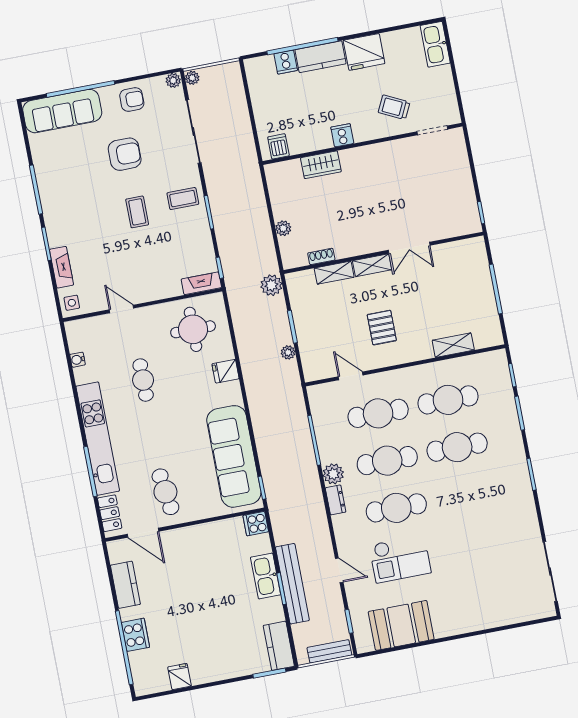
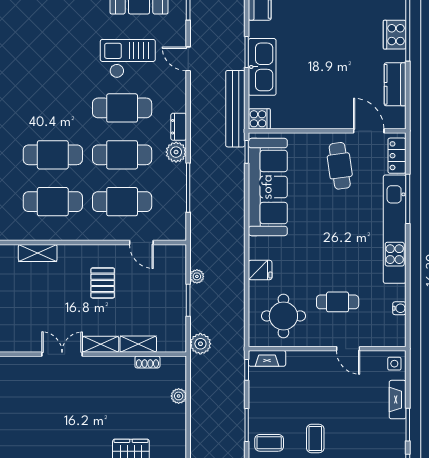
cafe table: (143, 380) -> (338, 302), moved, turned 90
kitchen sink: (266, 576) -> (262, 67), width x1.36, depth x1.24
bench: (292, 584) -> (235, 109), moved

